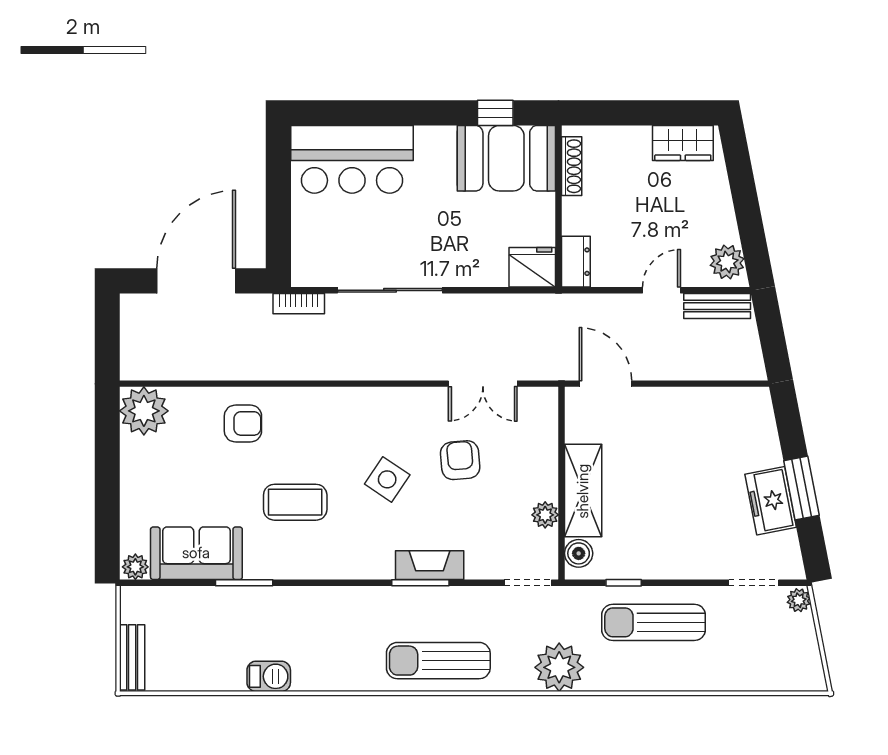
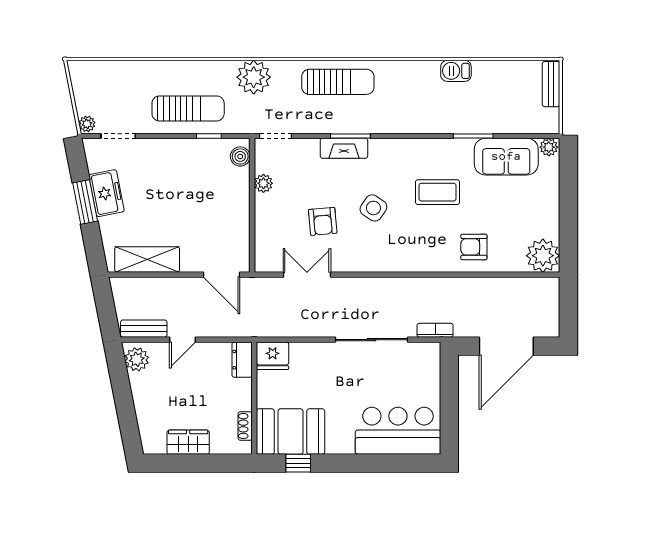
wardrobe: (683, 143) -> (188, 442), moved
shoe rack: (572, 166) -> (245, 426), width x0.70
shelving: (583, 491) -> (147, 260), moved, turned 90

